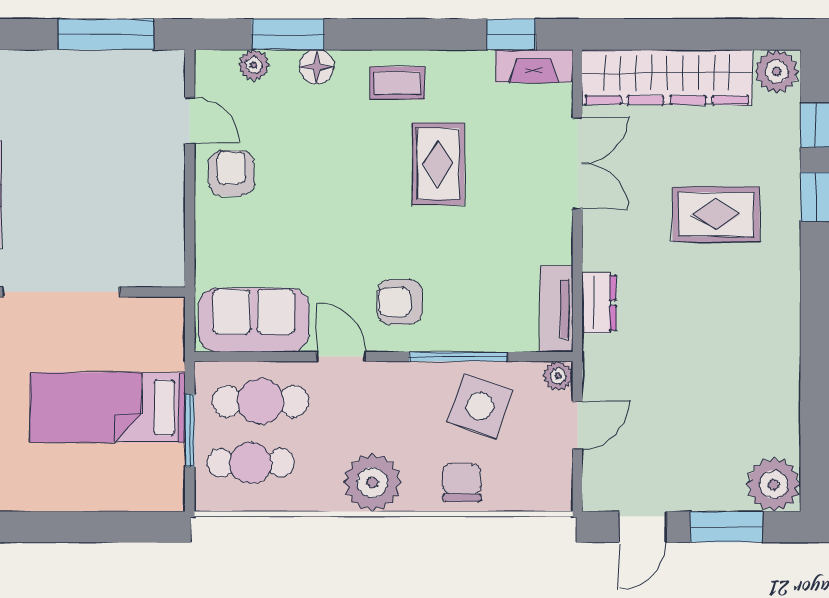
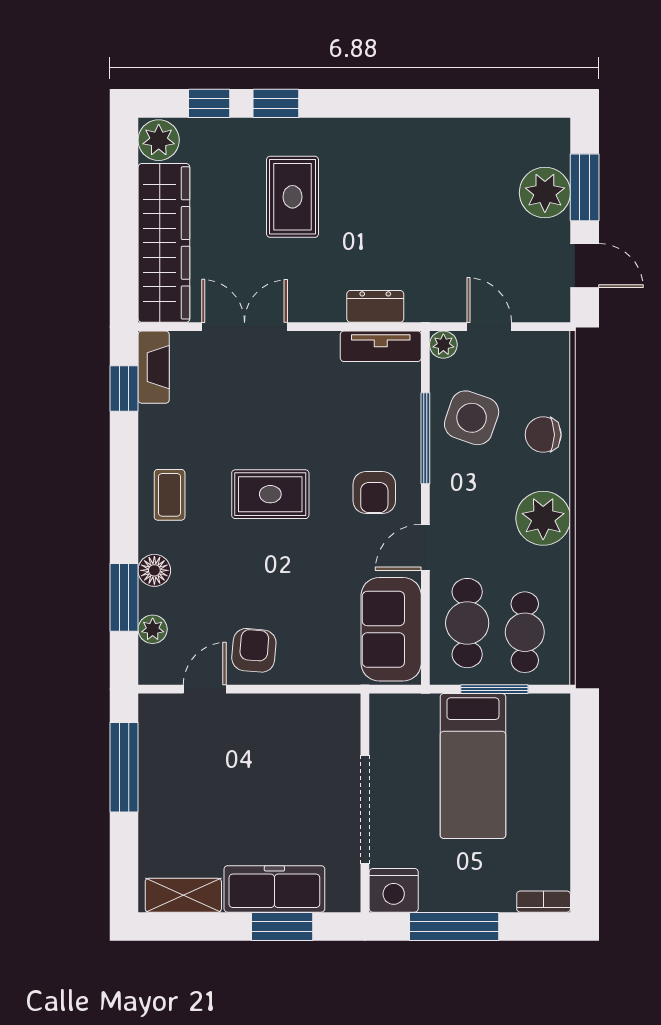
rug: (438, 164) -> (270, 494), moved
armchair: (231, 173) -> (254, 650), turned 96
plant: (774, 484) -> (545, 193), moved

